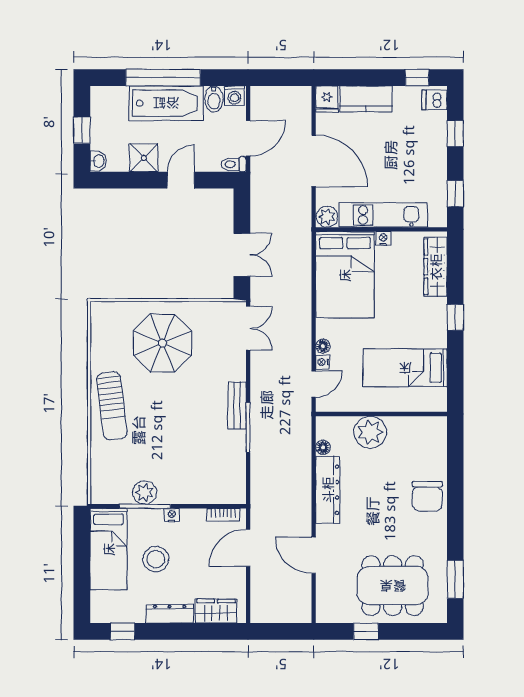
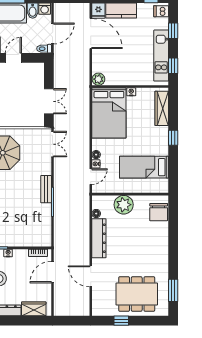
door: (314, 161) -> (91, 34), moved
kitchen unit: (383, 215) -> (161, 56), moved, turned -90
chair: (427, 496) -> (159, 212), moved

